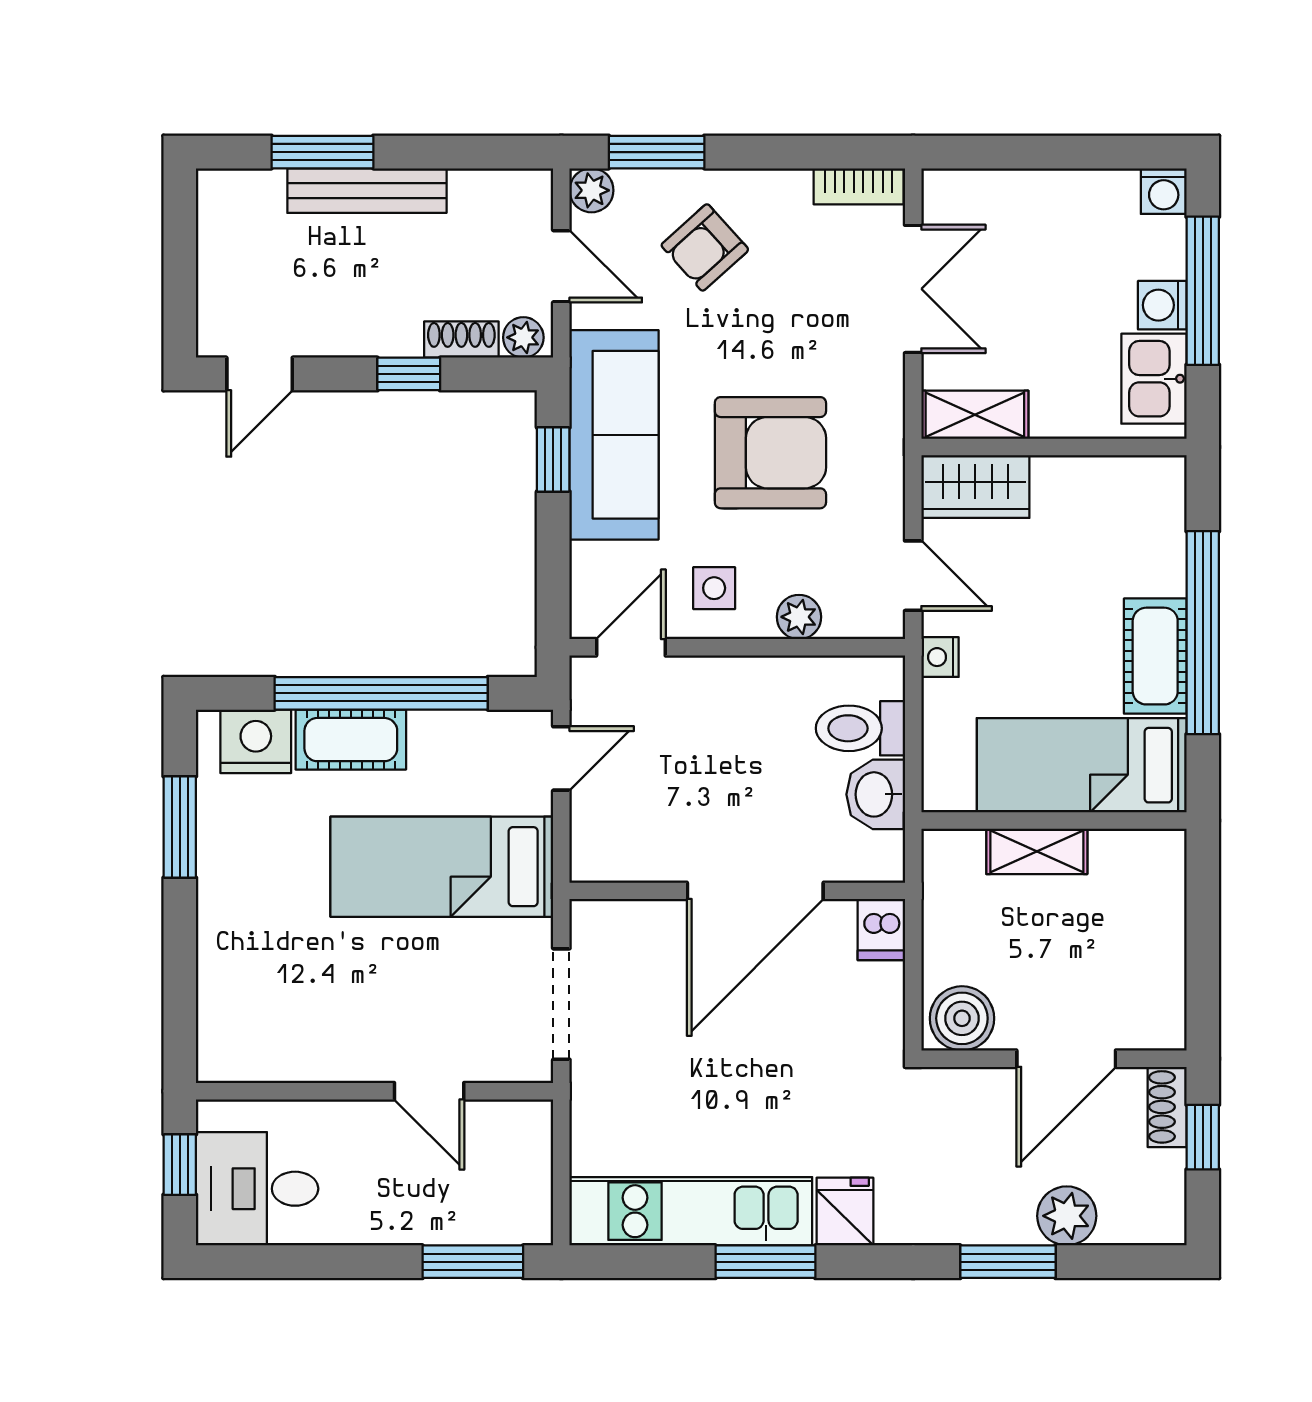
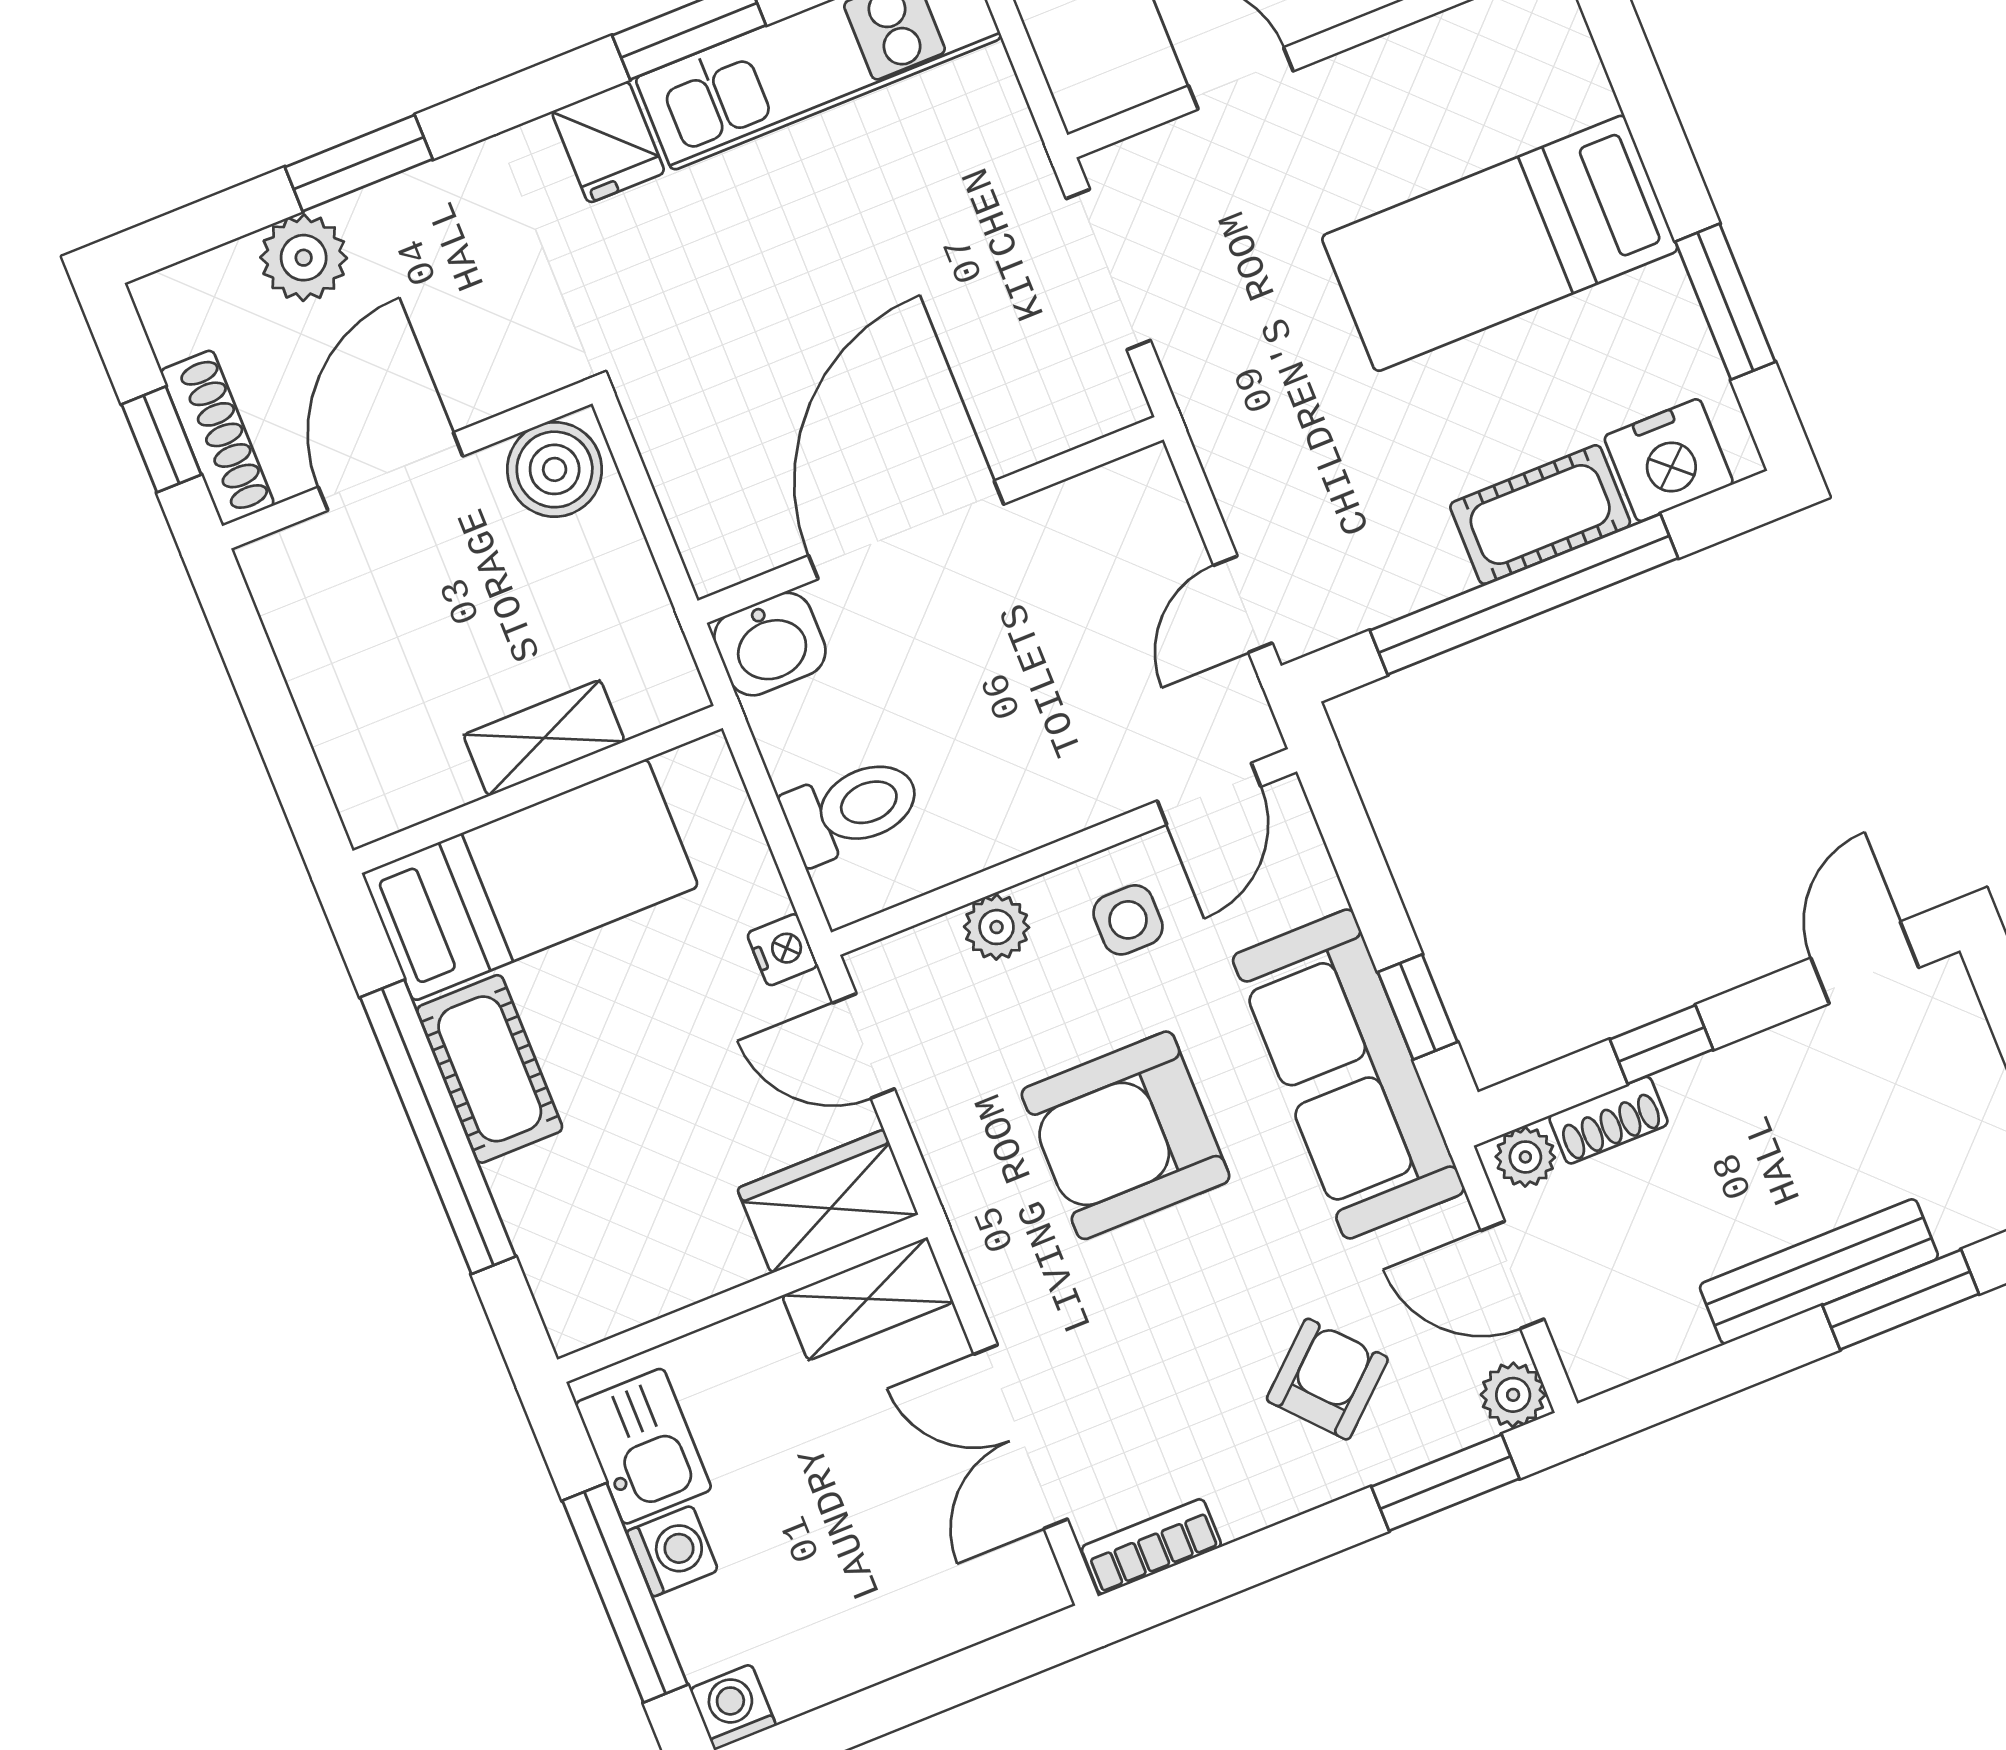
washbasin: (876, 794) -> (770, 644), moved, turned 90
bed: (442, 867) -> (1500, 243), moved, turned 180
dishwasher: (881, 930) -> (713, 546), removed
shoe rack: (1167, 1107) -> (217, 438), width x1.43

